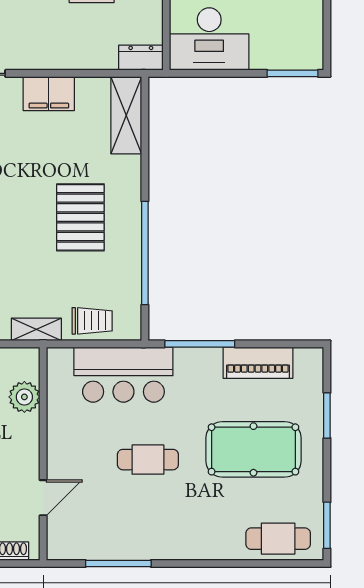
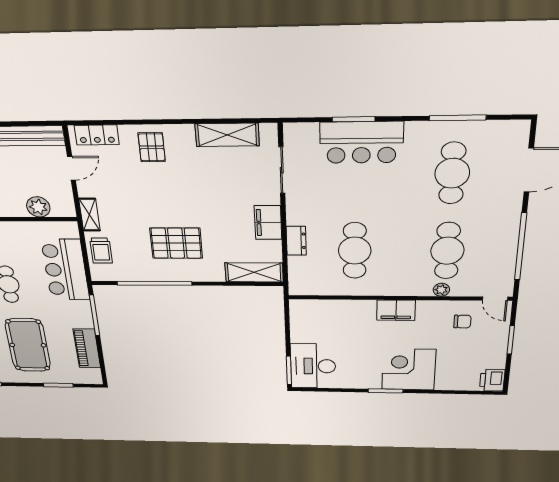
desk: (209, 39) -> (313, 366), moved
dresser: (141, 58) -> (296, 241), moved

